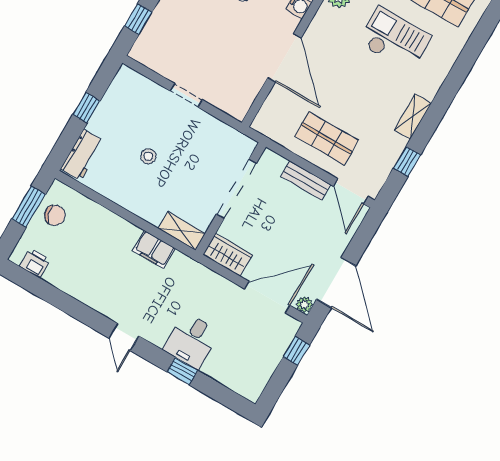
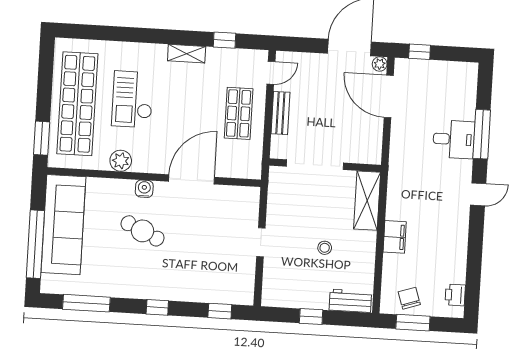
door: (351, 191) -> (271, 73), width x0.73
shelving: (182, 231) -> (367, 201), width x1.50, depth x1.33
filing cabinet: (154, 250) -> (395, 237), moved
wardrobe: (228, 255) -> (371, 145), removed
window: (182, 371) -> (482, 134), width x2.17

